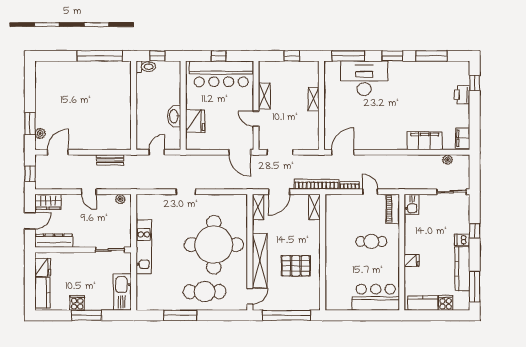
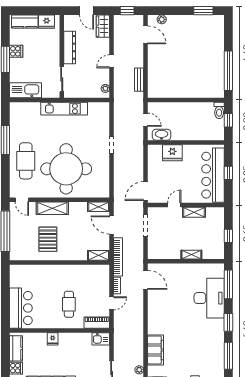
washbasin: (174, 116) -> (162, 135), moved
window: (30, 124) -> (203, 11), moved
dresser: (54, 241) -> (70, 47), moved
shelving: (260, 261) -> (52, 208), width x0.68

